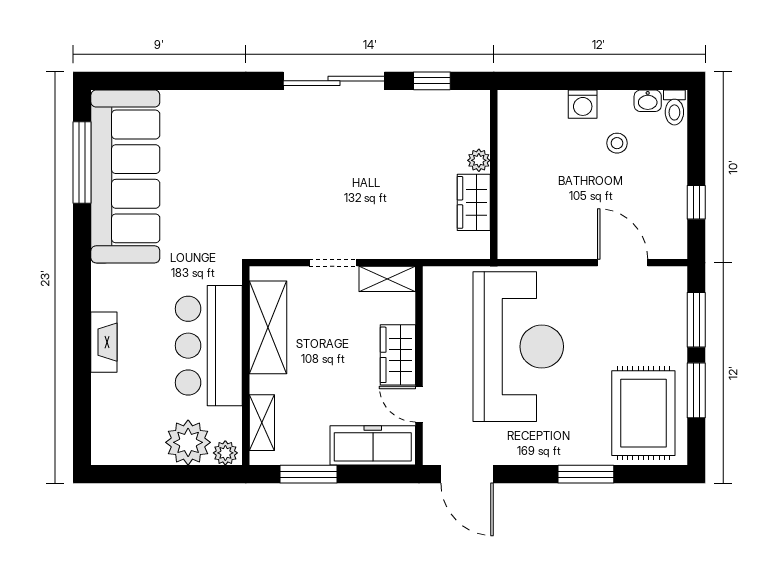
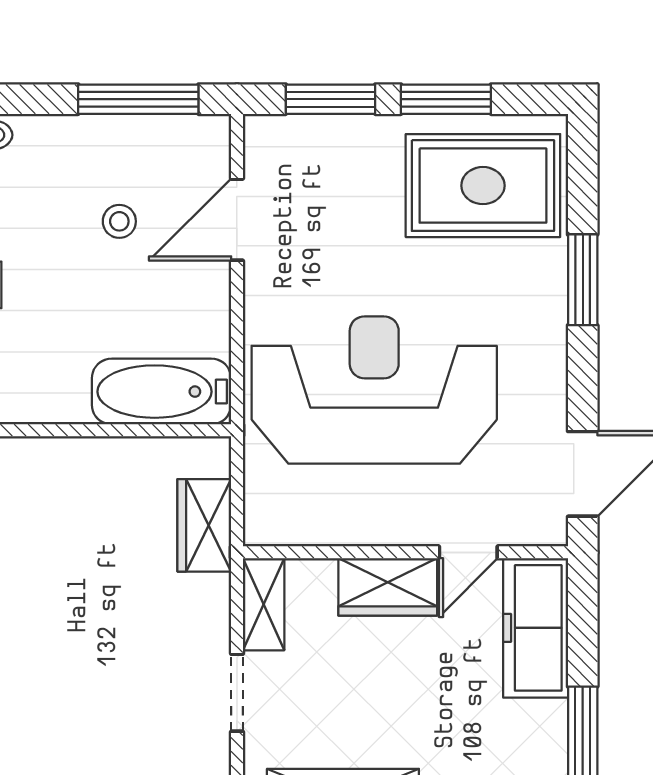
stool: (617, 143) -> (119, 221), moved
plant: (479, 160) -> (70, 455), removed
wardrobe: (474, 202) -> (204, 525), moved, turned 90
window: (696, 202) -> (138, 99), width x2.17
bathtub: (517, 216) -> (161, 392), added

